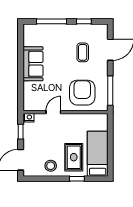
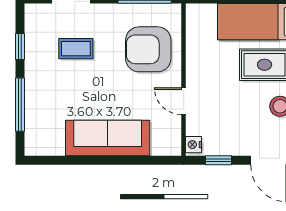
sofa: (33, 64) -> (108, 138), width x1.36

